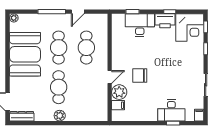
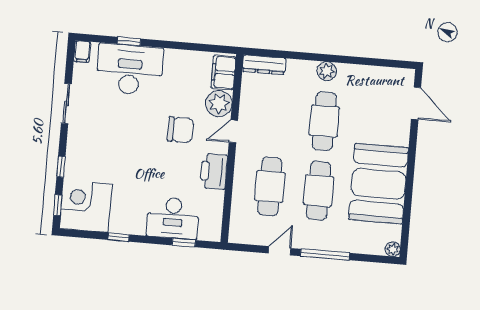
printer: (165, 21) -> (214, 171), moved, turned -90
filing cabinet: (118, 105) -> (223, 73), width x2.00
desk: (171, 110) -> (130, 69), width x1.36, depth x1.30
dresser: (22, 116) -> (264, 65), moved

